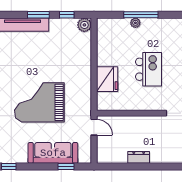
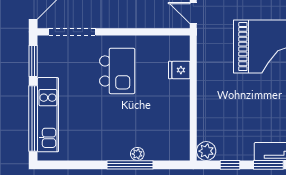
kitchen island: (149, 69) -> (117, 71), moved, turned 180
fridge: (107, 79) -> (179, 70), width x0.53, depth x0.75

